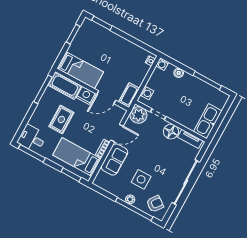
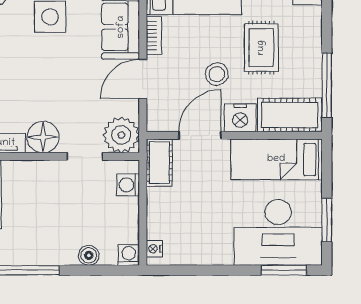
desk: (96, 40) -> (278, 233), added
stool: (86, 119) -> (217, 74), added

